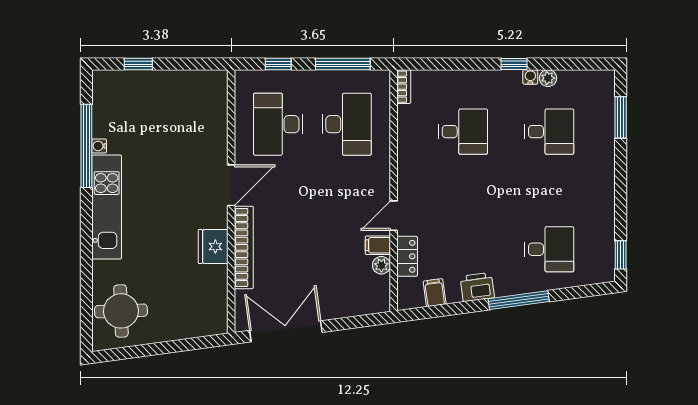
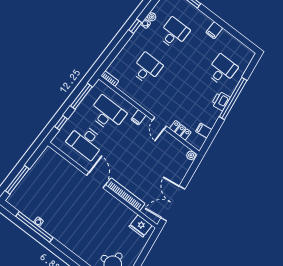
window: (138, 64) -> (17, 180), width x2.17
filing cabinet: (601, 190) -> (214, 30), added
kitchen unit: (107, 207) -> (66, 238), removed
filing cabinet: (378, 245) -> (139, 117), moved
fridge: (213, 247) -> (140, 226), moved
window: (621, 255) -> (247, 43), removed
plant: (381, 265) -> (191, 155), moved
printer: (477, 287) -> (221, 101), moved
window: (519, 300) -> (233, 98), width x1.46

